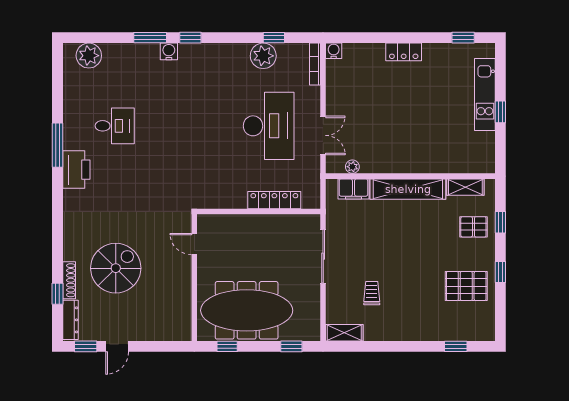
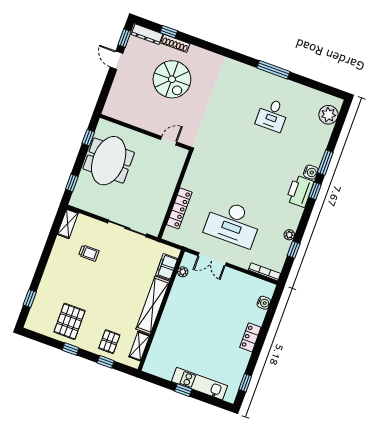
water cooler: (334, 51) -> (264, 303), moved
plant: (263, 56) -> (289, 235), width x0.53, depth x0.53
printer: (76, 170) -> (300, 191), moved, turned 90
meeting table: (247, 310) -> (109, 161), width x0.73

